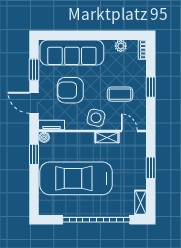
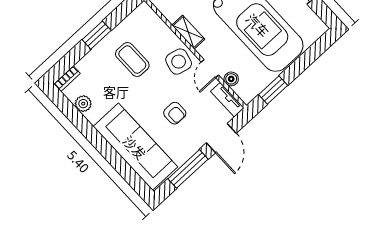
window: (34, 70) -> (188, 169), width x1.44
armchair: (70, 90) -> (175, 113), width x0.53, depth x0.53
door: (129, 131) -> (210, 69), moved
boiler: (44, 137) -> (231, 79), moved

